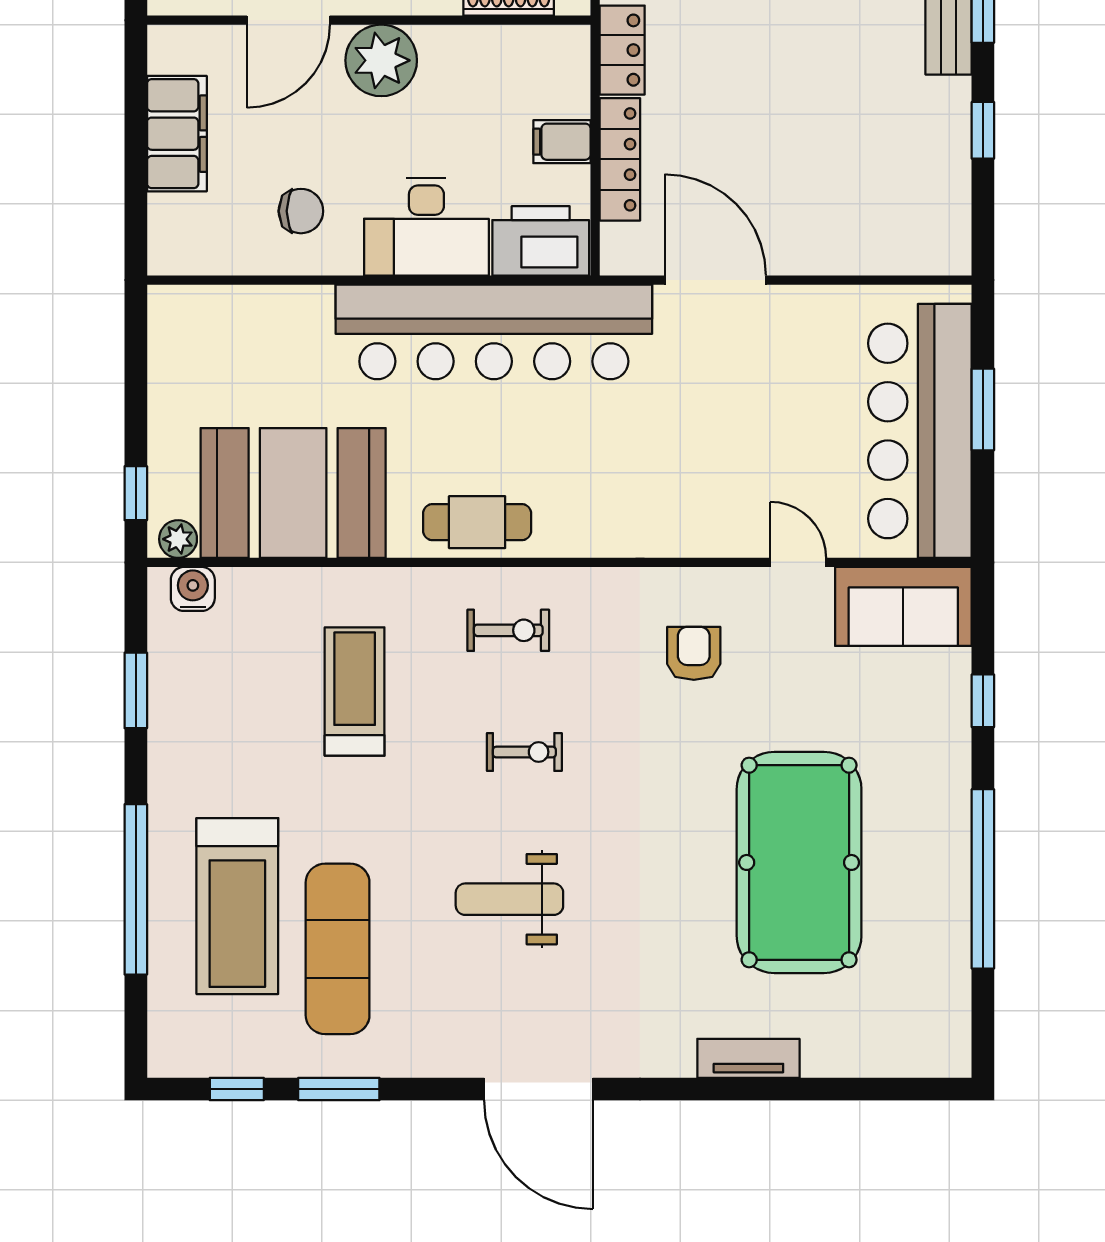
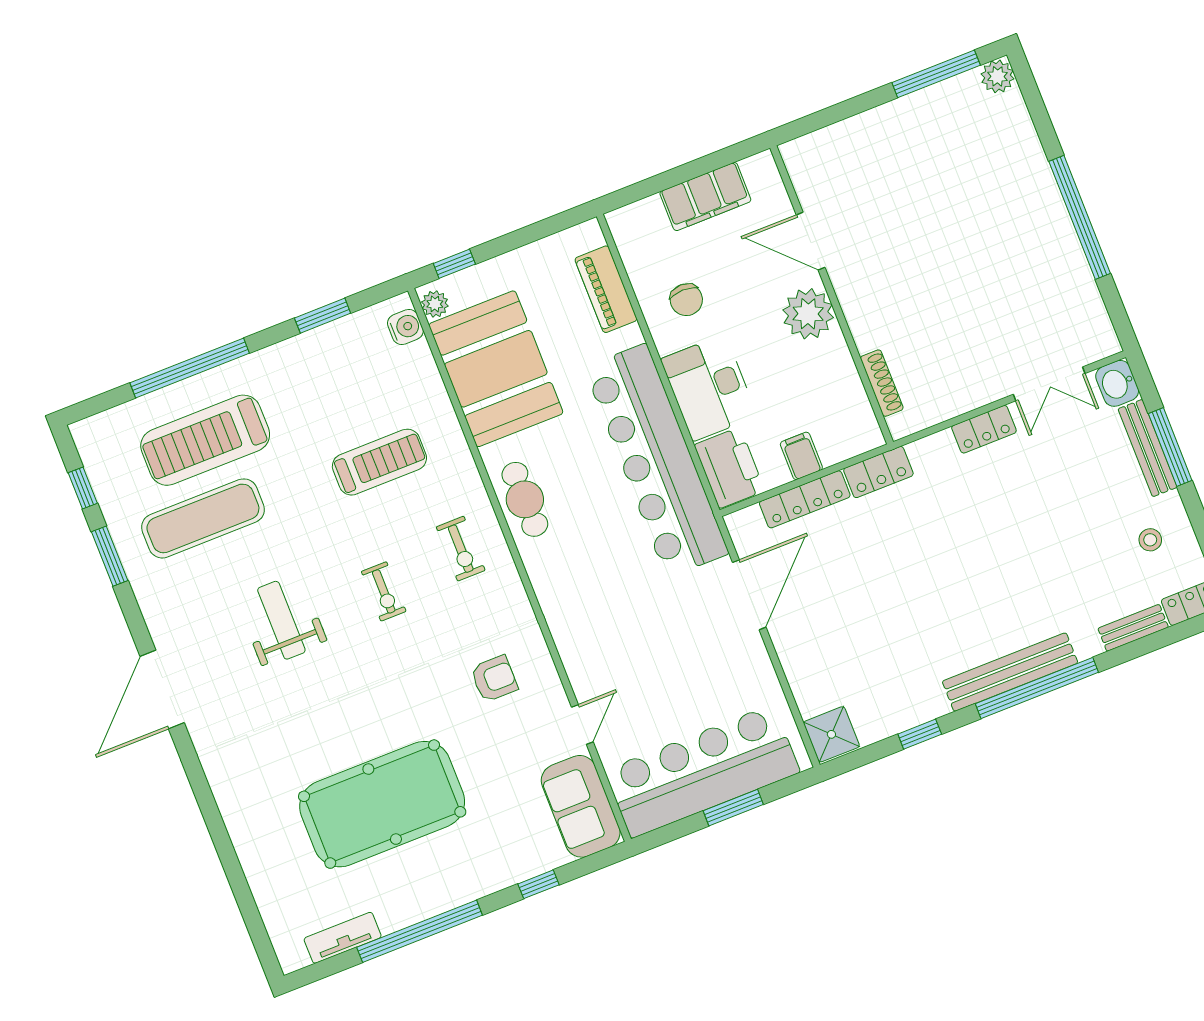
shower: (938, 245) -> (831, 734), added
piano: (246, 310) -> (606, 289), added
tv unit: (748, 1058) -> (343, 938), moved, turned -90

